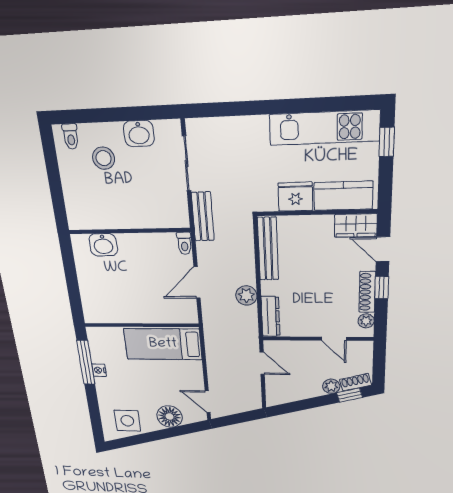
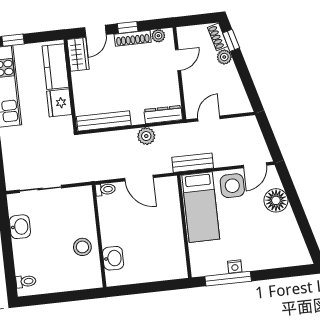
stool: (104, 158) -> (82, 247), moved
bench: (203, 217) -> (193, 163), moved
side table: (127, 421) -> (232, 186), moved

